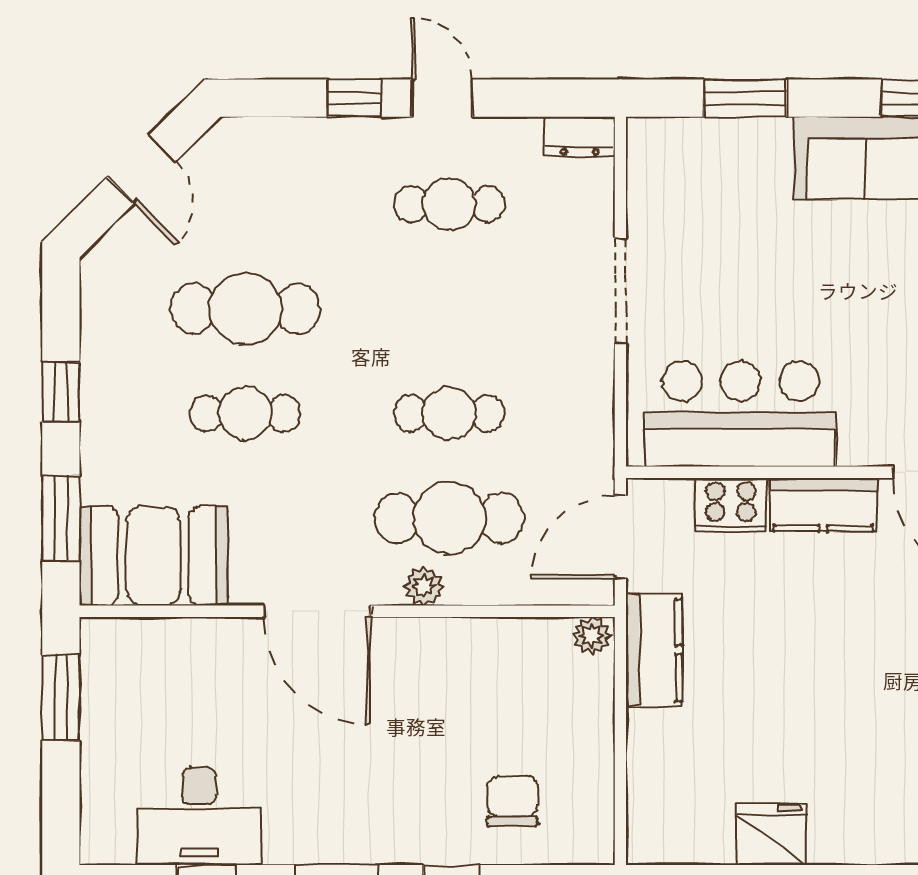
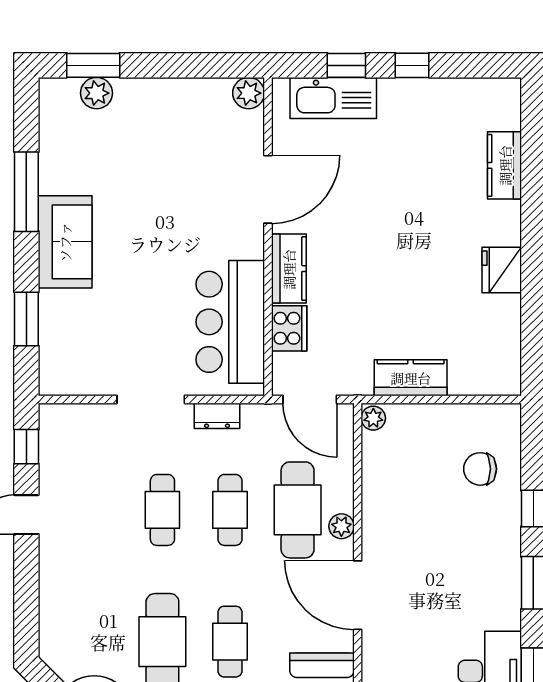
window: (355, 98) -> (26, 447), moved
dresser: (580, 136) -> (217, 416), moved, turned 90
cafe table: (449, 204) -> (162, 510), moved
door: (317, 611) -> (358, 595), swing flipped
kitchen counter: (654, 650) -> (411, 378), moved
fridge: (771, 835) -> (502, 270), moved

